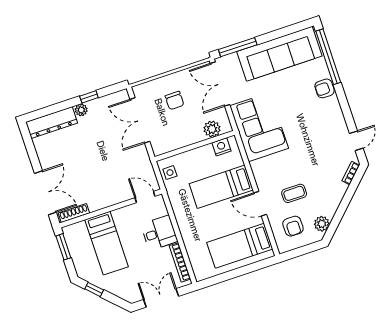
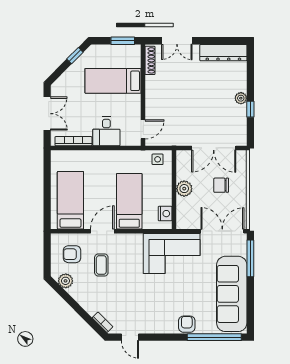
double door: (140, 120) -> (214, 148), swing flipped
dresser: (52, 123) -> (223, 53), moved, turned -90
plant: (212, 129) -> (184, 189), moved
double door: (45, 193) -> (177, 41), width x0.73

